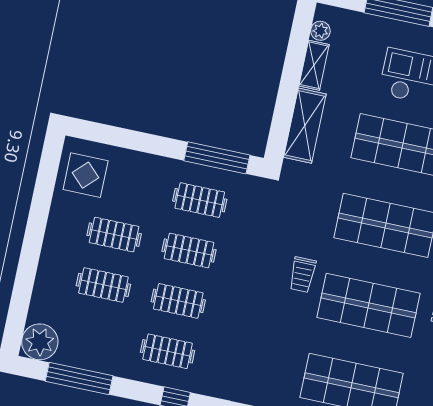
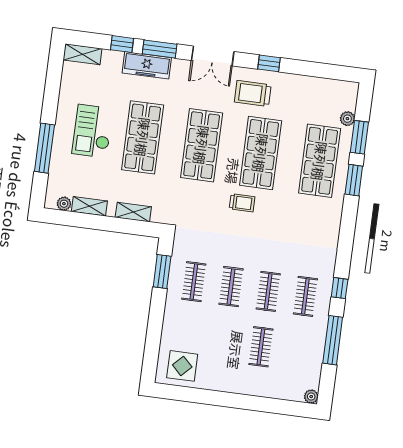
shelving: (305, 126) -> (133, 212), width x0.67, depth x0.75
window: (217, 158) -> (162, 272), width x0.69
clothes rail: (114, 235) -> (224, 342), removed
plant: (40, 342) -> (311, 397), width x0.53, depth x0.53
window: (79, 378) -> (333, 340), moved

